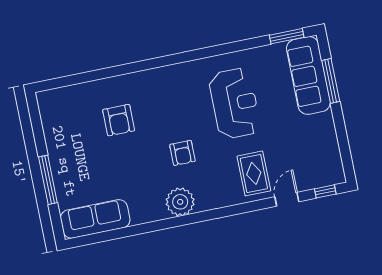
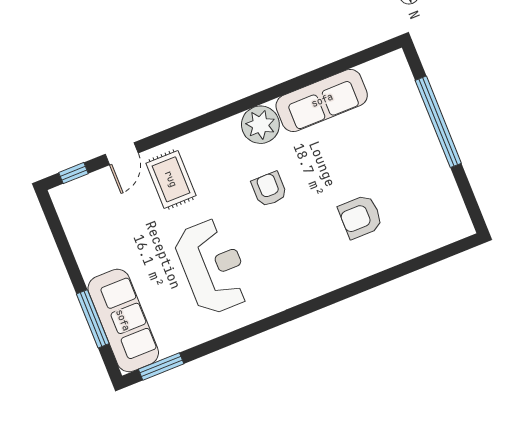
reception desk: (235, 103) -> (213, 266), turned 180
armchair: (119, 120) -> (360, 217), turned -90
window: (48, 180) -> (438, 122), width x1.46
sofa: (95, 219) -> (322, 100), moved

